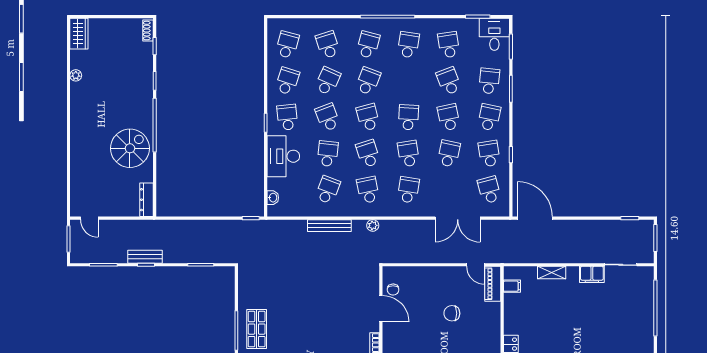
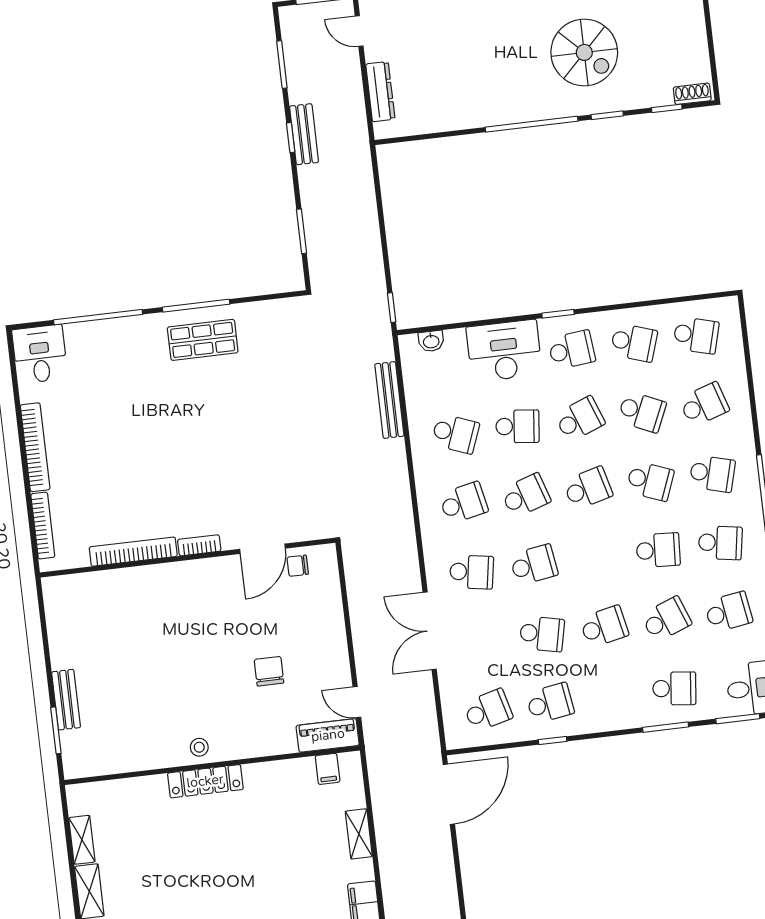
school desk: (408, 117) -> (658, 550), moved
school desk: (489, 117) -> (612, 696), removed
spiral stairs: (130, 148) -> (584, 52), moved
dresser: (147, 200) -> (380, 92), moved, turned 90
door: (89, 218) -> (359, 31), hinge flipped
double door: (458, 218) -> (430, 631), moved
plant: (373, 225) -> (404, 518), removed
bench: (329, 226) -> (389, 400), moved
door: (476, 265) -> (357, 702), hinge flipped

